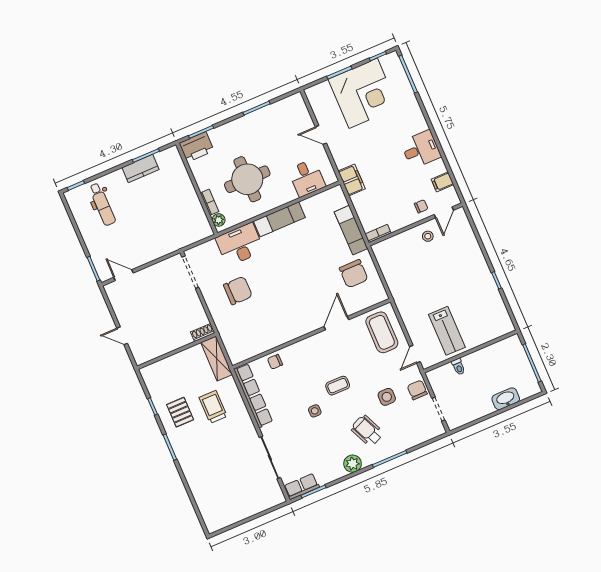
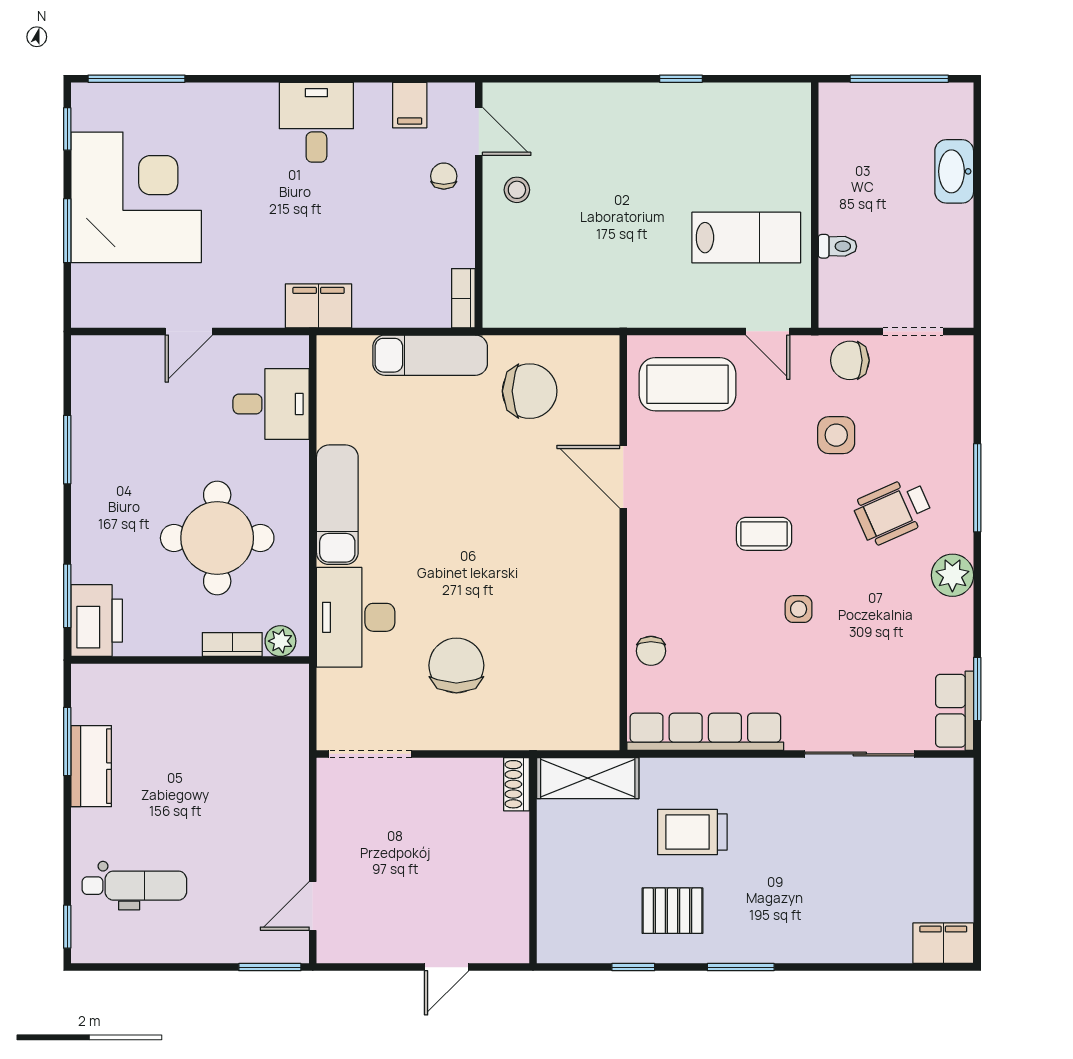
coffee table: (338, 386) -> (764, 534), turned 90
filing cabinet: (212, 520) -> (943, 943), added

